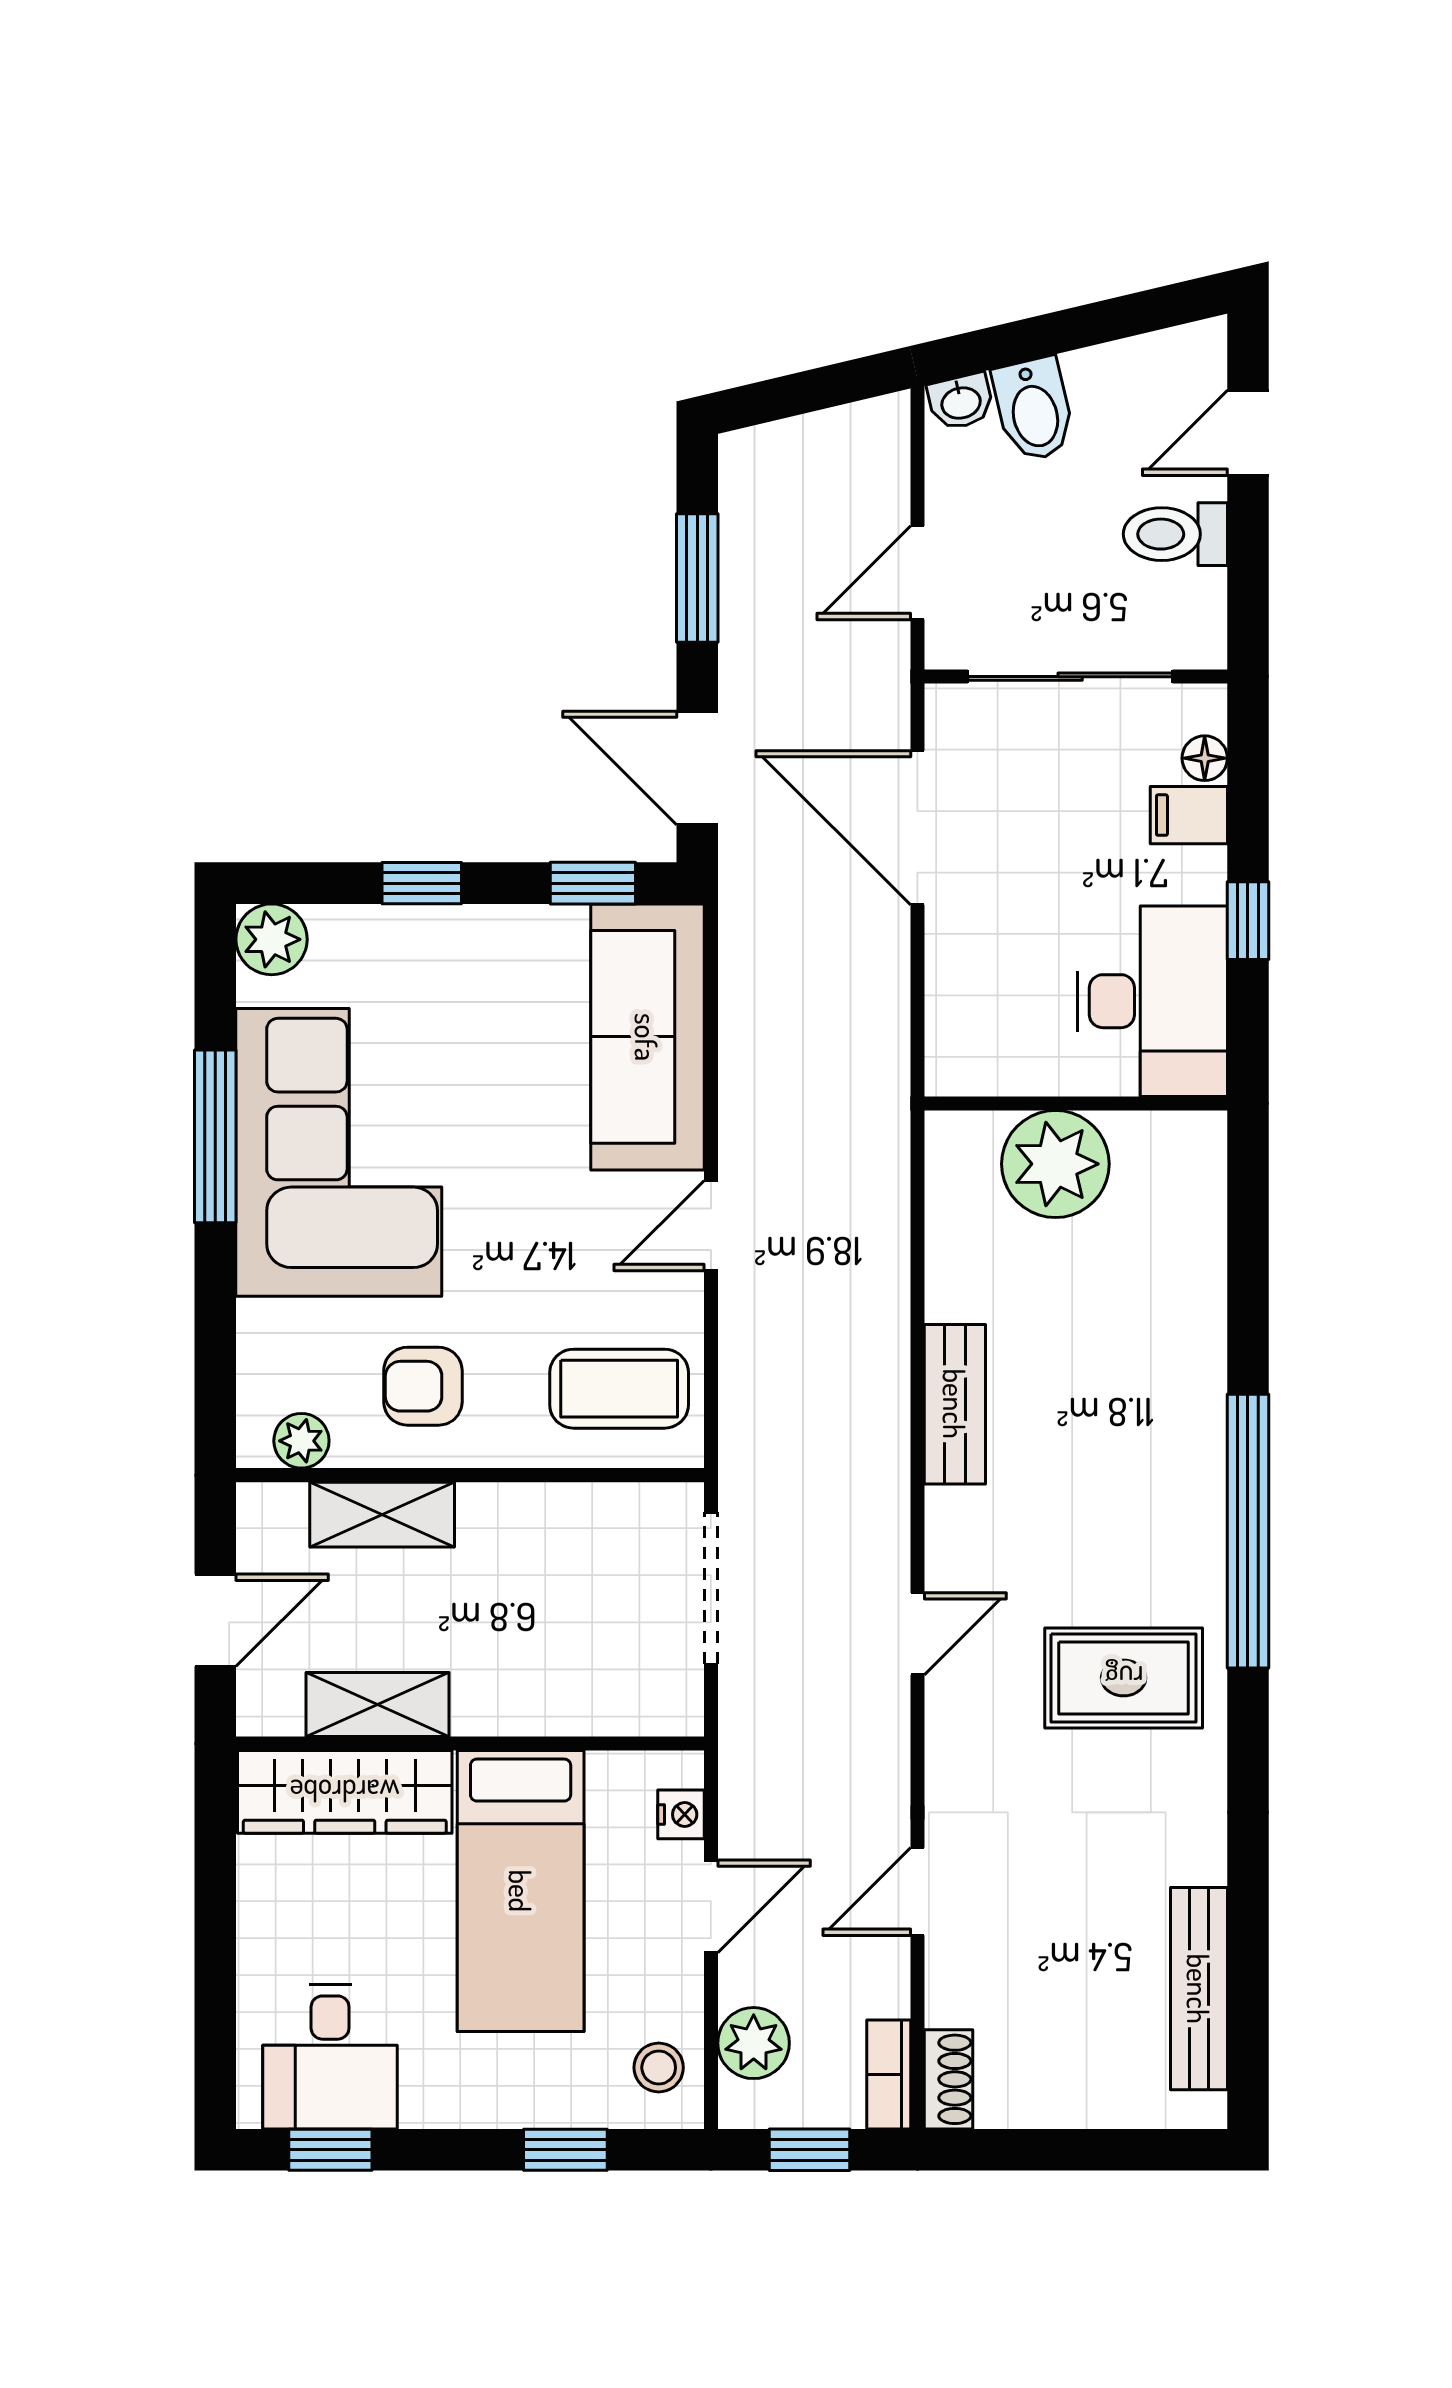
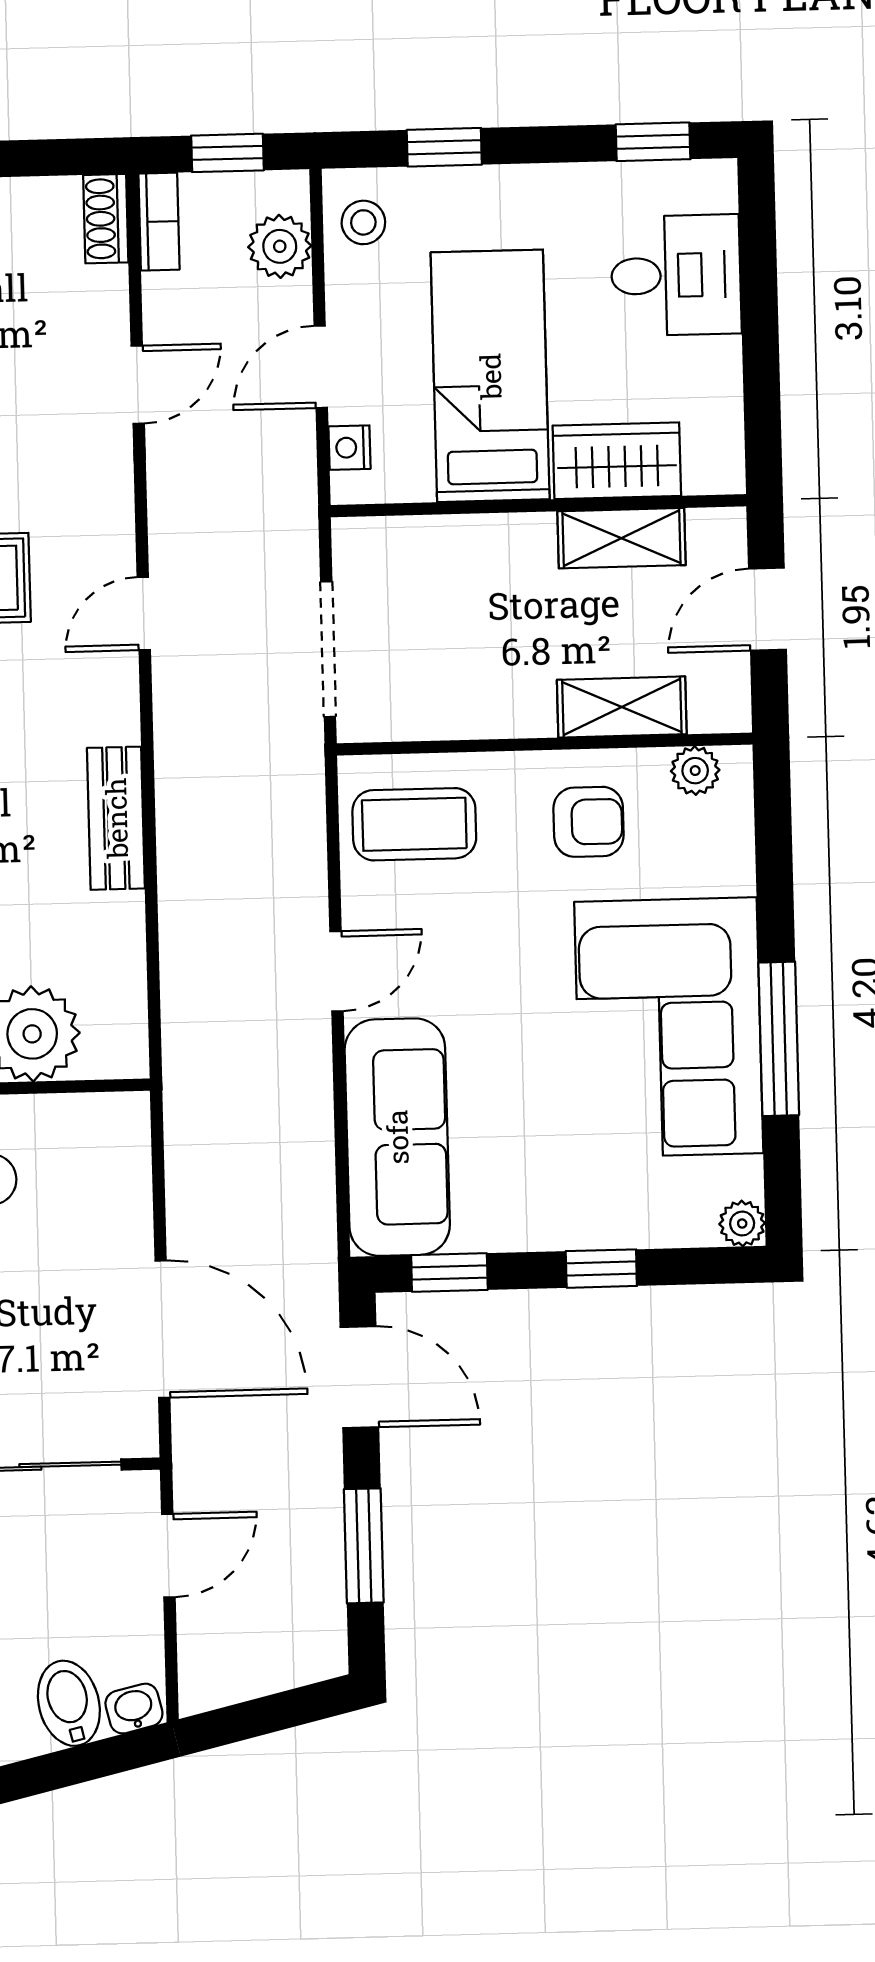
plant: (272, 939) -> (742, 1224), width x0.73, depth x0.73
wardrobe: (345, 1792) -> (617, 461), width x0.67
desk: (330, 2057) -> (676, 275), moved, turned 90

